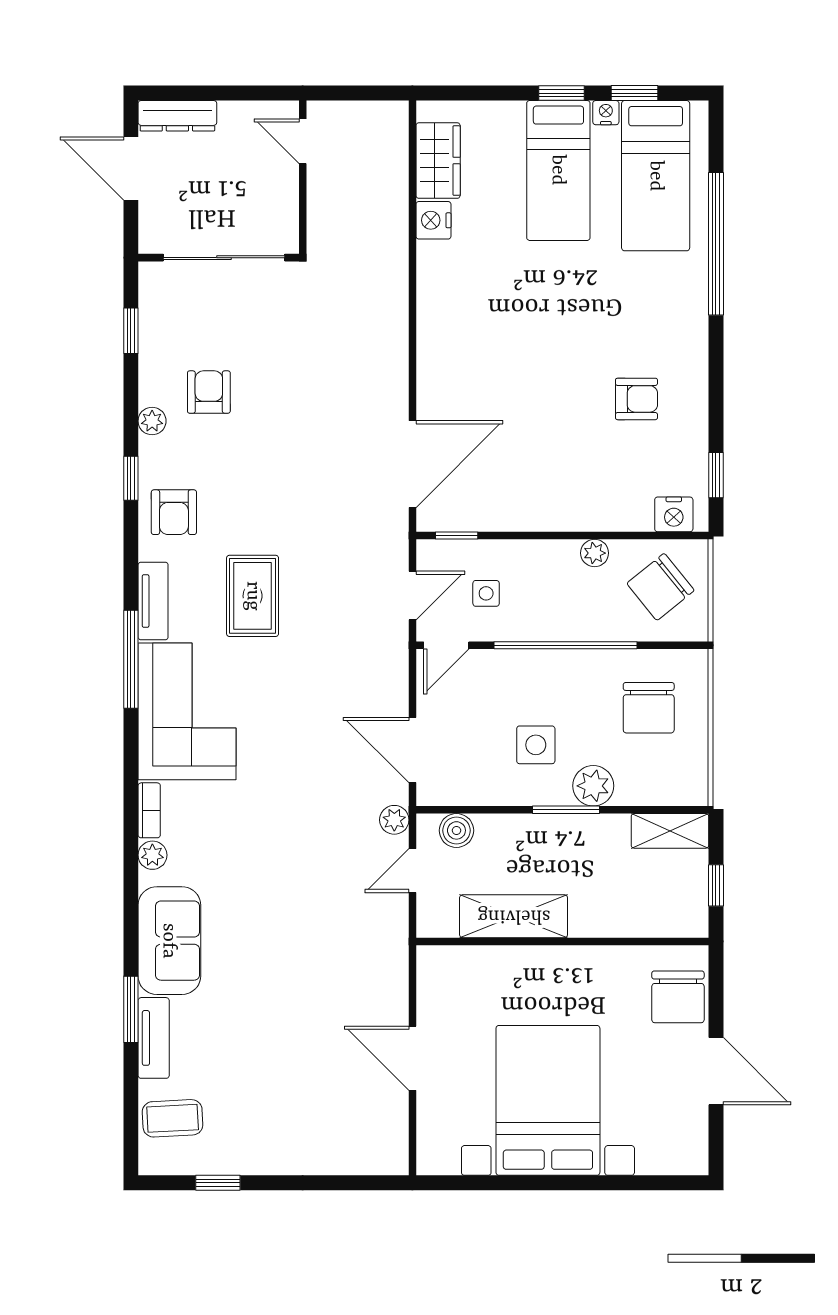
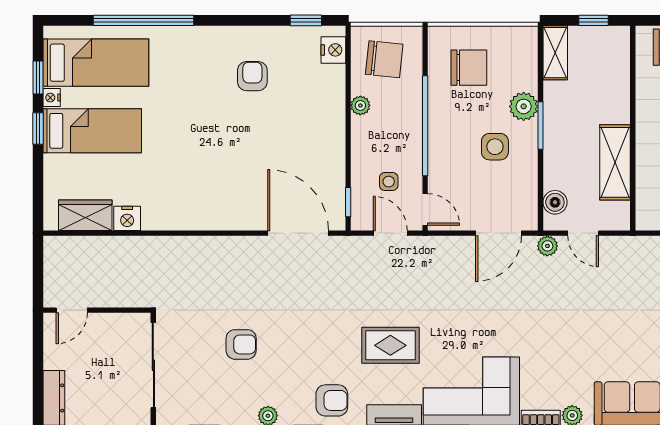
armchair: (209, 392) -> (241, 344), moved, turned 180
chair: (660, 587) -> (384, 59), turned -45

